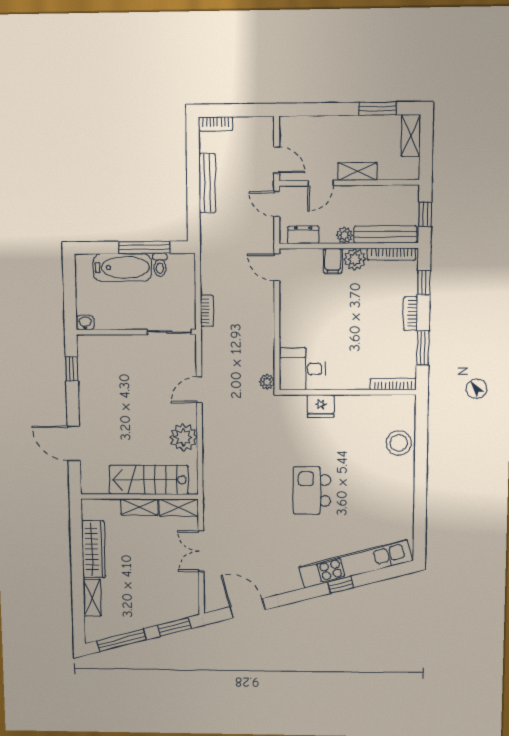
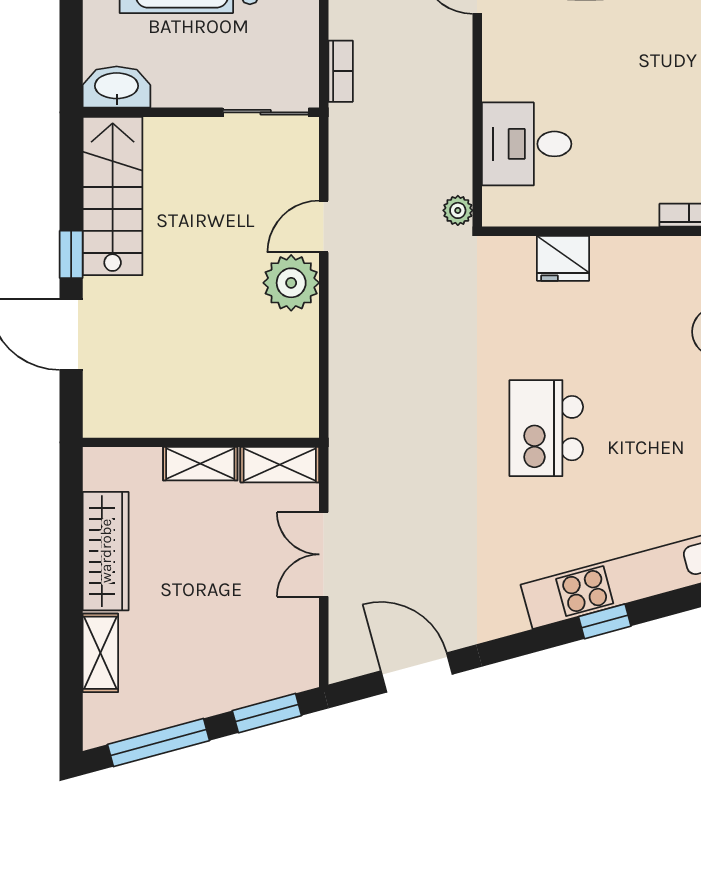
washbasin: (85, 323) -> (117, 87), width x1.91, depth x1.45
window: (72, 369) -> (71, 254), moved
desk: (302, 369) -> (527, 144), moved
plant: (183, 437) -> (291, 283), moved
stairs: (149, 480) -> (113, 196), moved, turned 90

